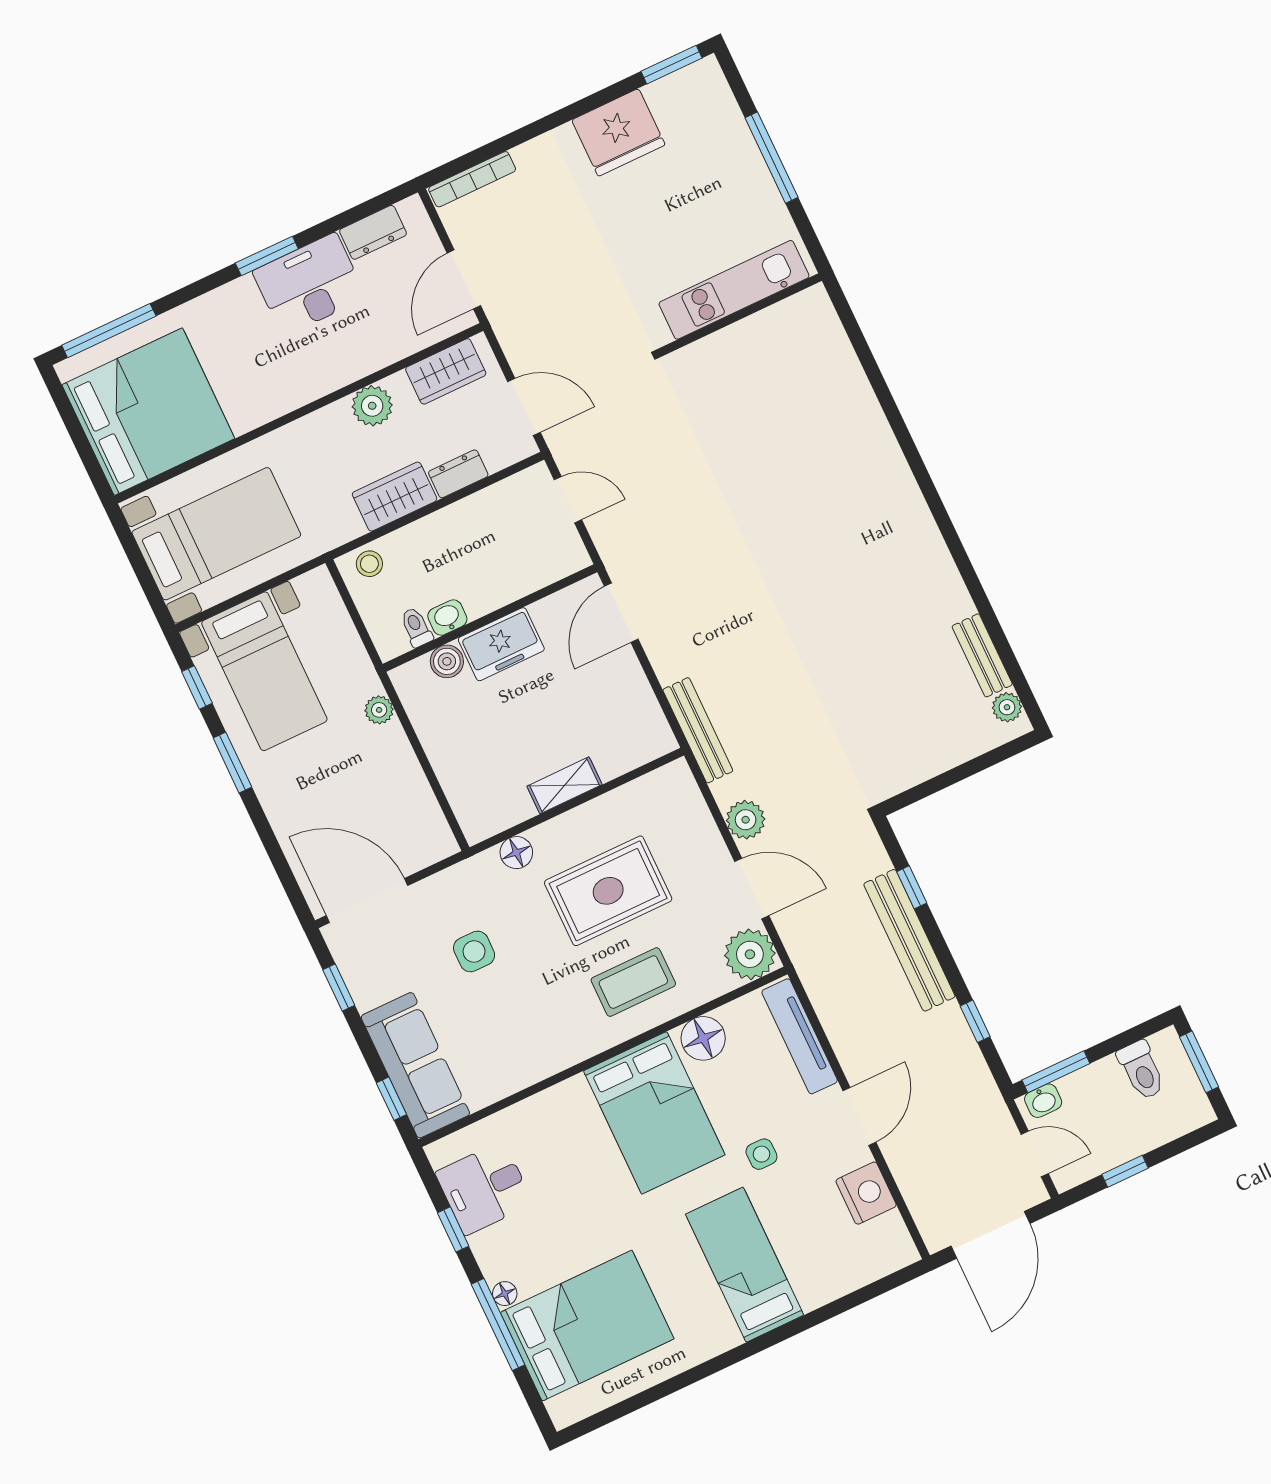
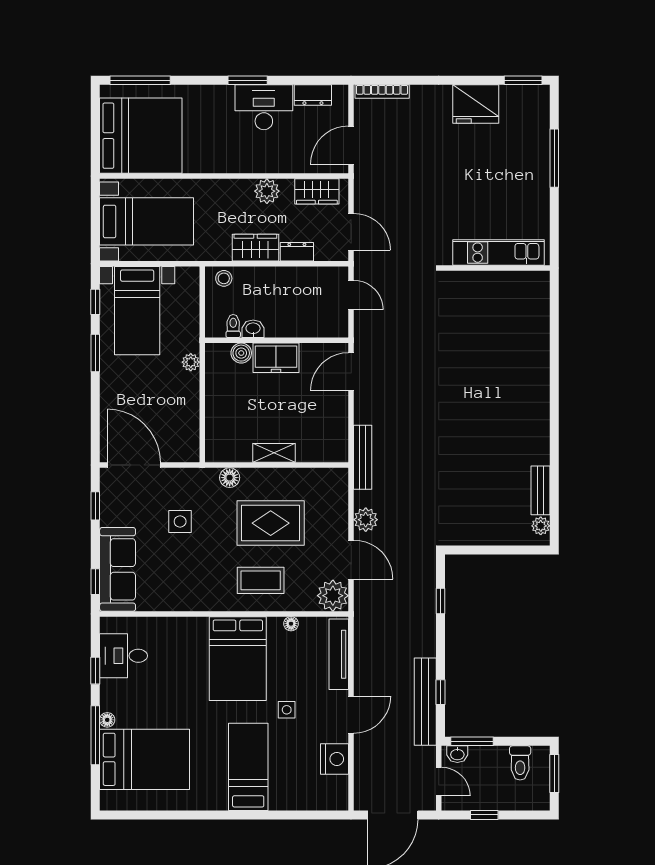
kitchen unit: (734, 290) -> (499, 253), moved
wall: (740, 315) -> (496, 268), moved
bench: (909, 940) -> (425, 702), moved
floor lamp: (703, 1038) -> (291, 624), width x0.53, depth x0.53

